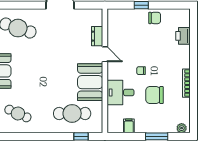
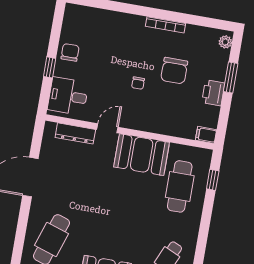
dresser: (97, 36) -> (75, 133), width x1.44
printer: (183, 36) -> (213, 93), moved, turned 90
desk: (120, 92) -> (68, 96), moved, turned 90
filing cabinet: (129, 126) -> (206, 135), moved

